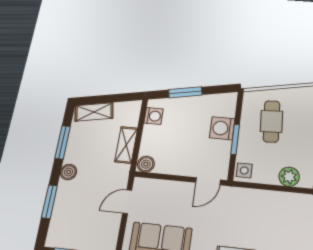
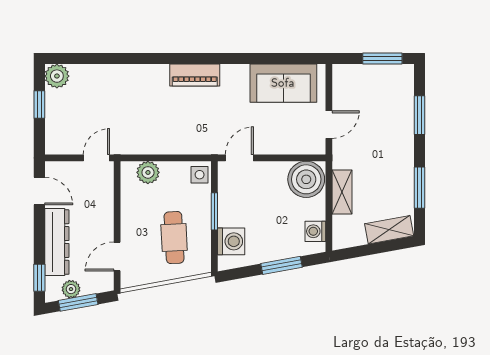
washing machine: (222, 128) -> (231, 241), moved
boiler: (146, 164) -> (306, 179), width x1.86, depth x1.86
boiler: (68, 172) -> (405, 152), removed

